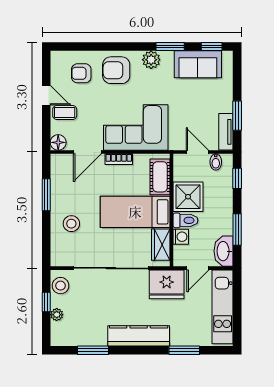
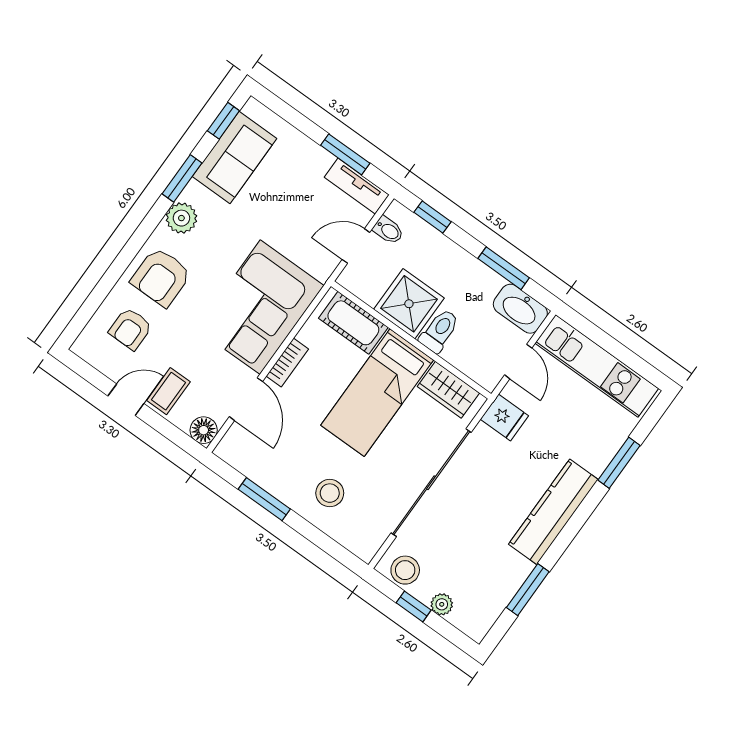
washing machine: (181, 237) -> (457, 354), removed
fridge: (167, 284) -> (504, 418), width x0.53, depth x0.75

